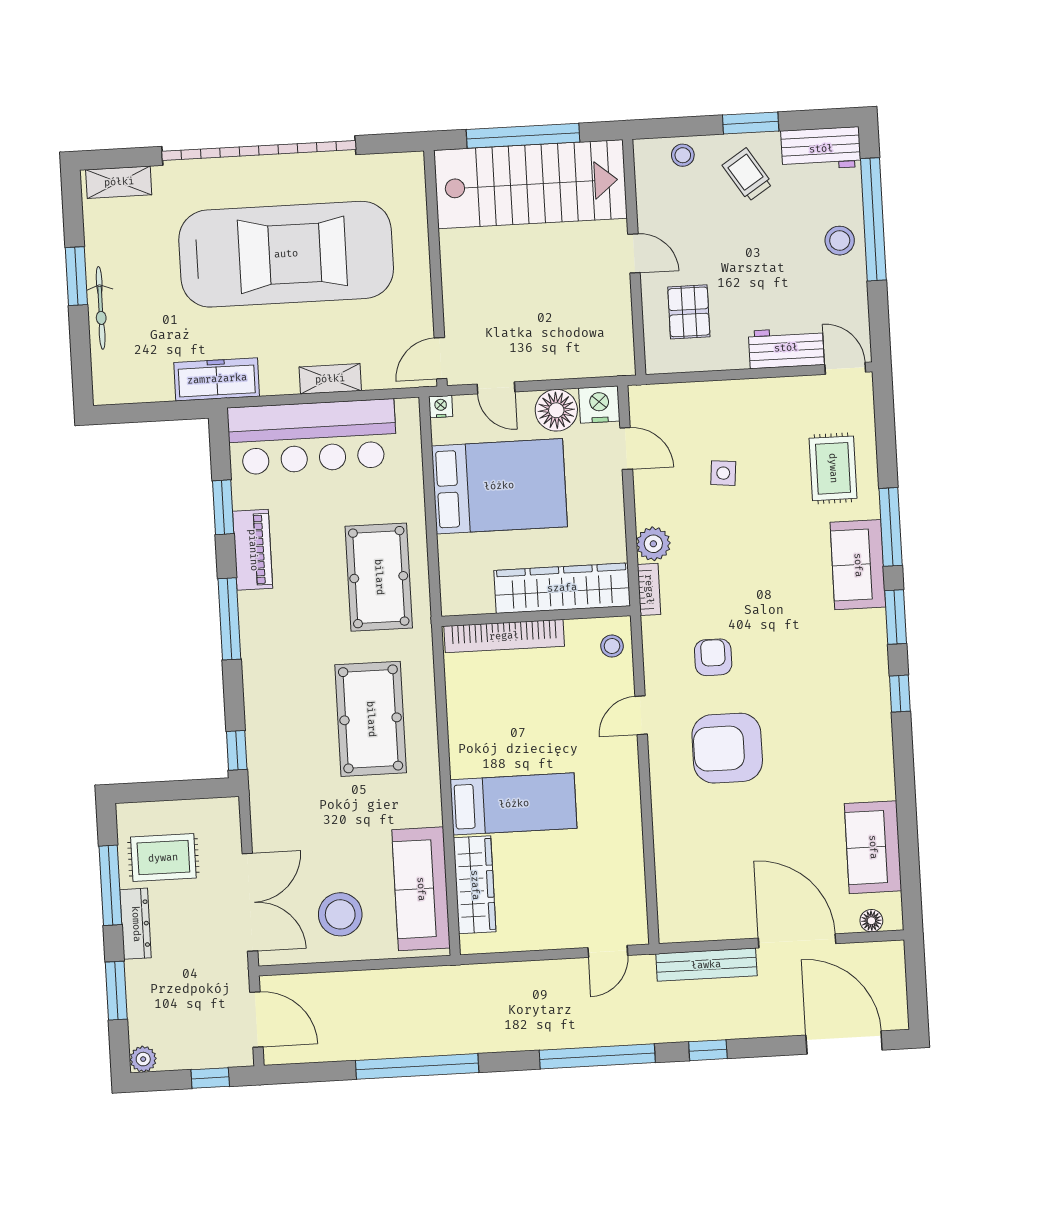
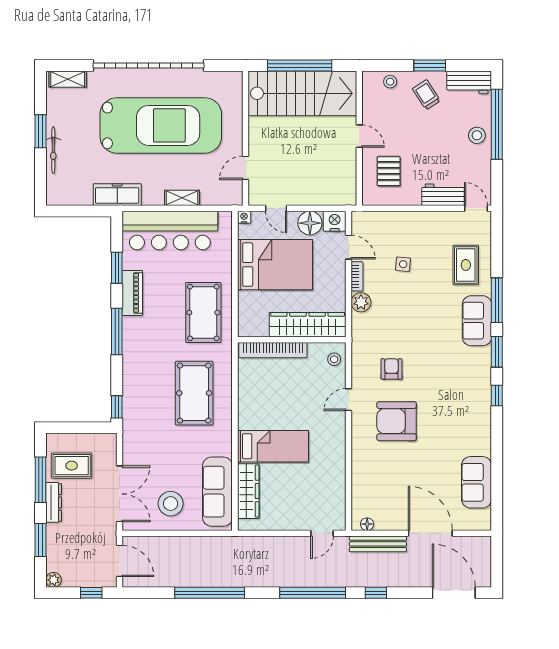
door: (441, 358) -> (246, 168), moved
bookcase: (649, 589) -> (357, 276), moved
floor lamp: (871, 921) -> (367, 524), moved

